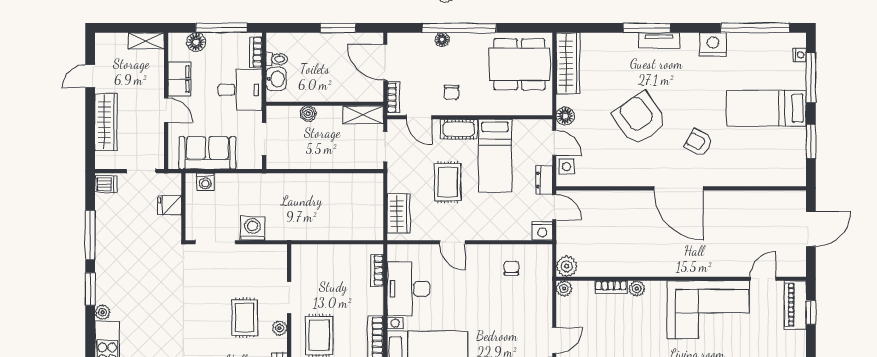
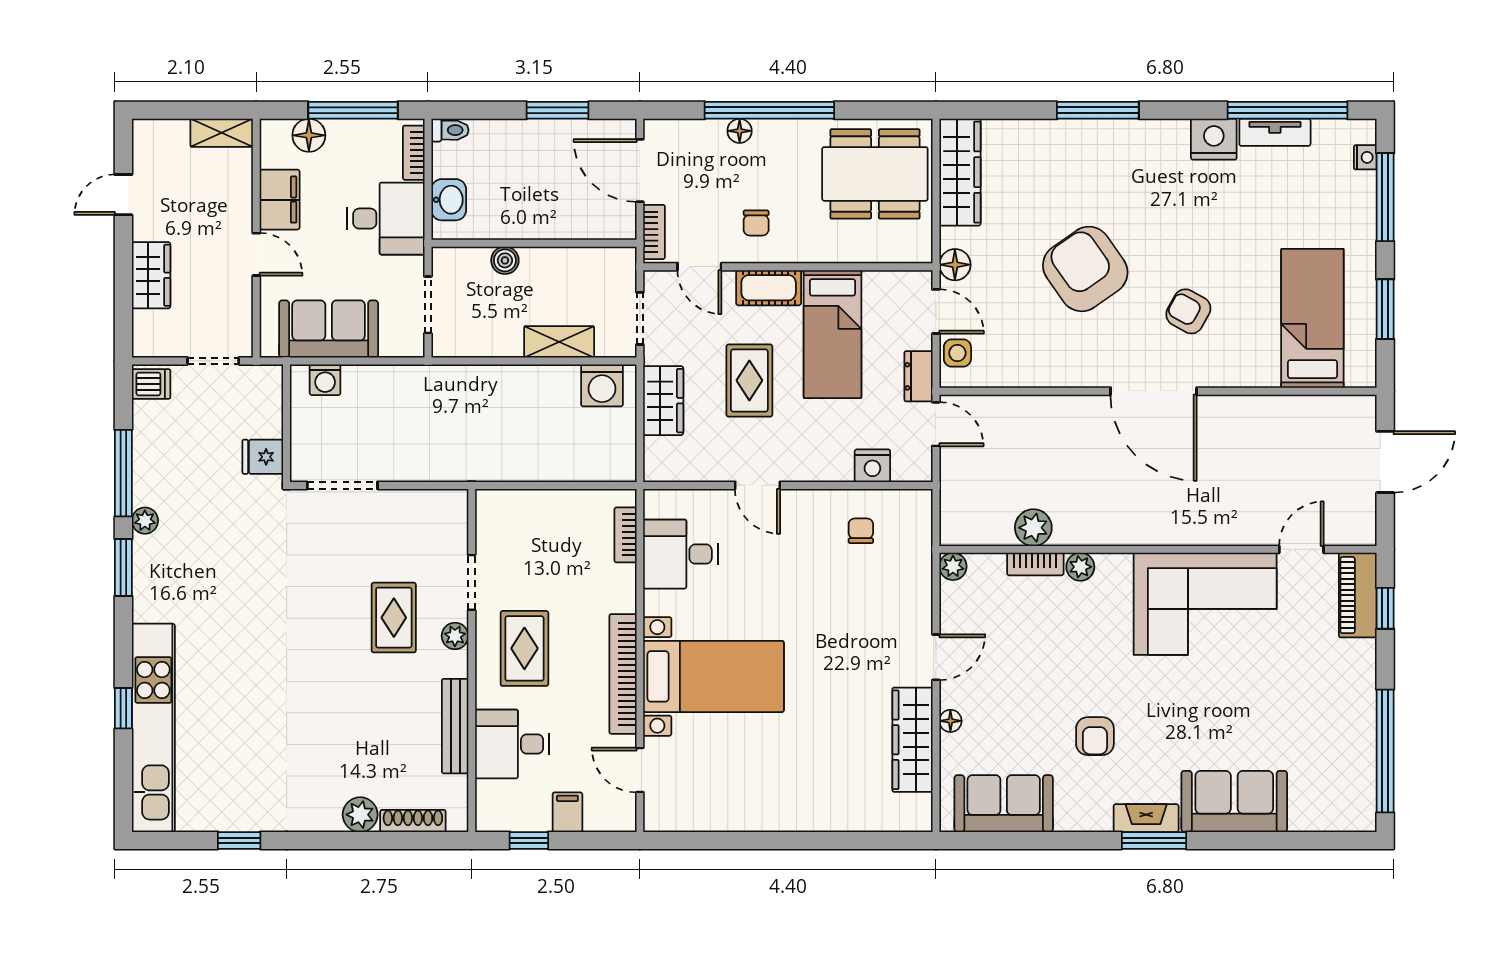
tv unit: (659, 40) -> (1275, 132), moved
toilet: (277, 59) -> (450, 130), moved
bed: (766, 108) -> (1312, 318), moved, turned 90
shelving: (363, 115) -> (559, 342), moved
wardrobe: (106, 122) -> (151, 275), width x0.67
fridge: (170, 205) -> (263, 457), moved
wardrobe: (399, 214) -> (663, 401), moved
washing machine: (253, 228) -> (602, 385), moved, turned 180
nightstand: (542, 231) -> (872, 466), moved
plant: (567, 266) -> (1033, 528), moved
desk: (408, 289) -> (680, 554), width x0.73
plant: (102, 312) -> (145, 521), moved

